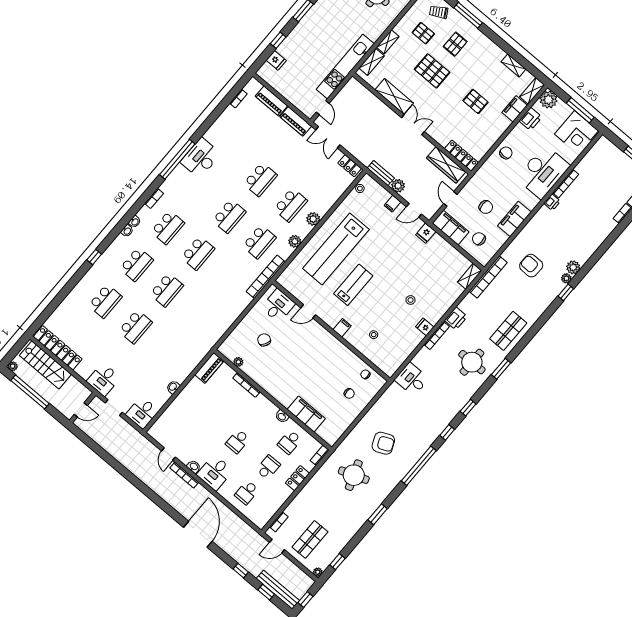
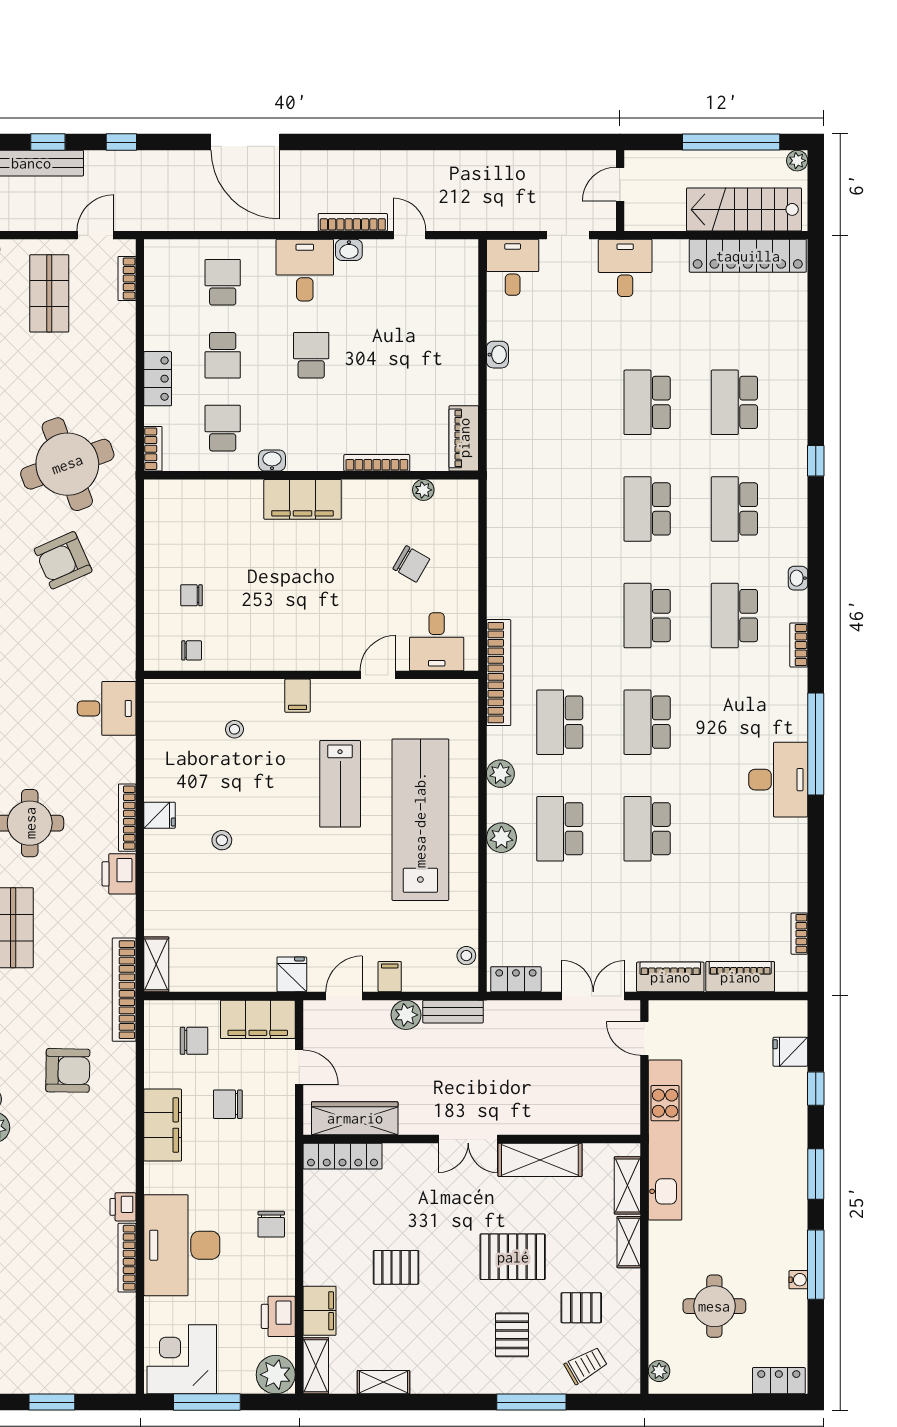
washbasin: (127, 231) -> (798, 552), removed
filing cabinet: (306, 414) -> (303, 499), moved
round table: (354, 475) -> (67, 464), width x1.36, depth x1.36

